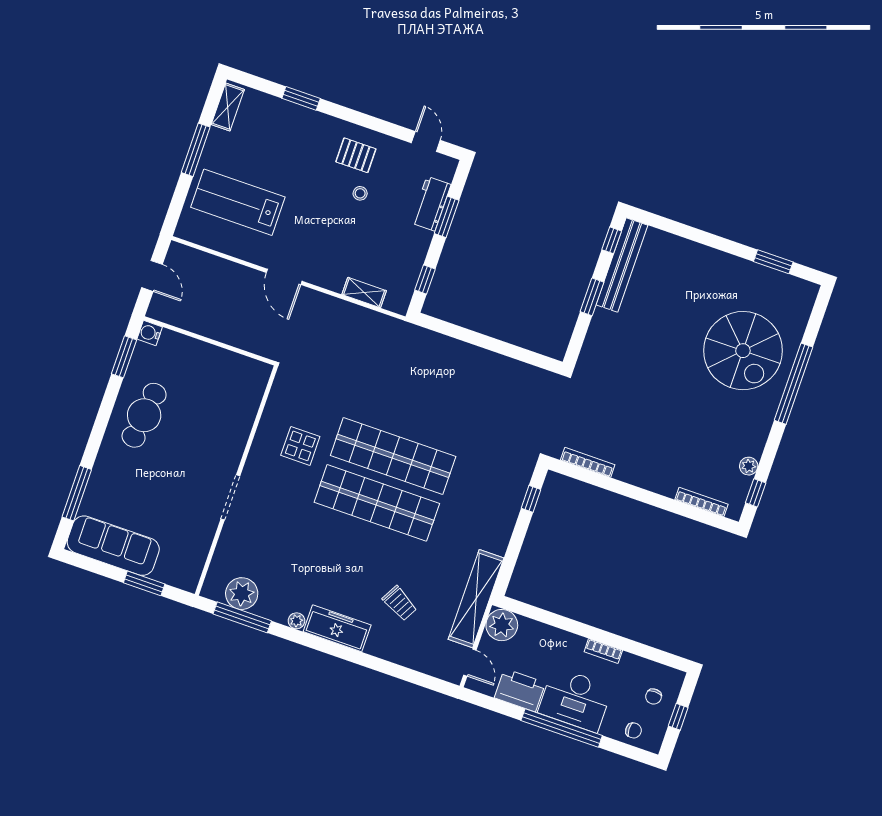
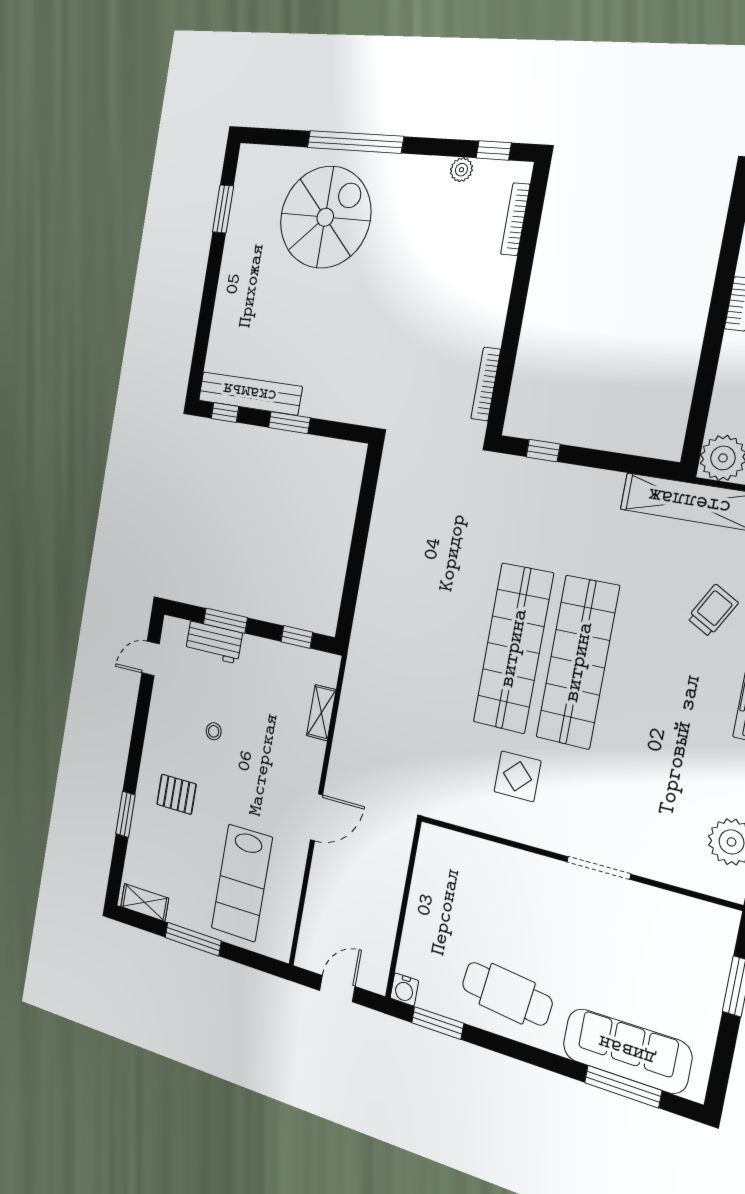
pallet: (356, 155) -> (176, 794), moved, turned 90
sofa: (113, 546) -> (627, 1051), moved, turned 90

